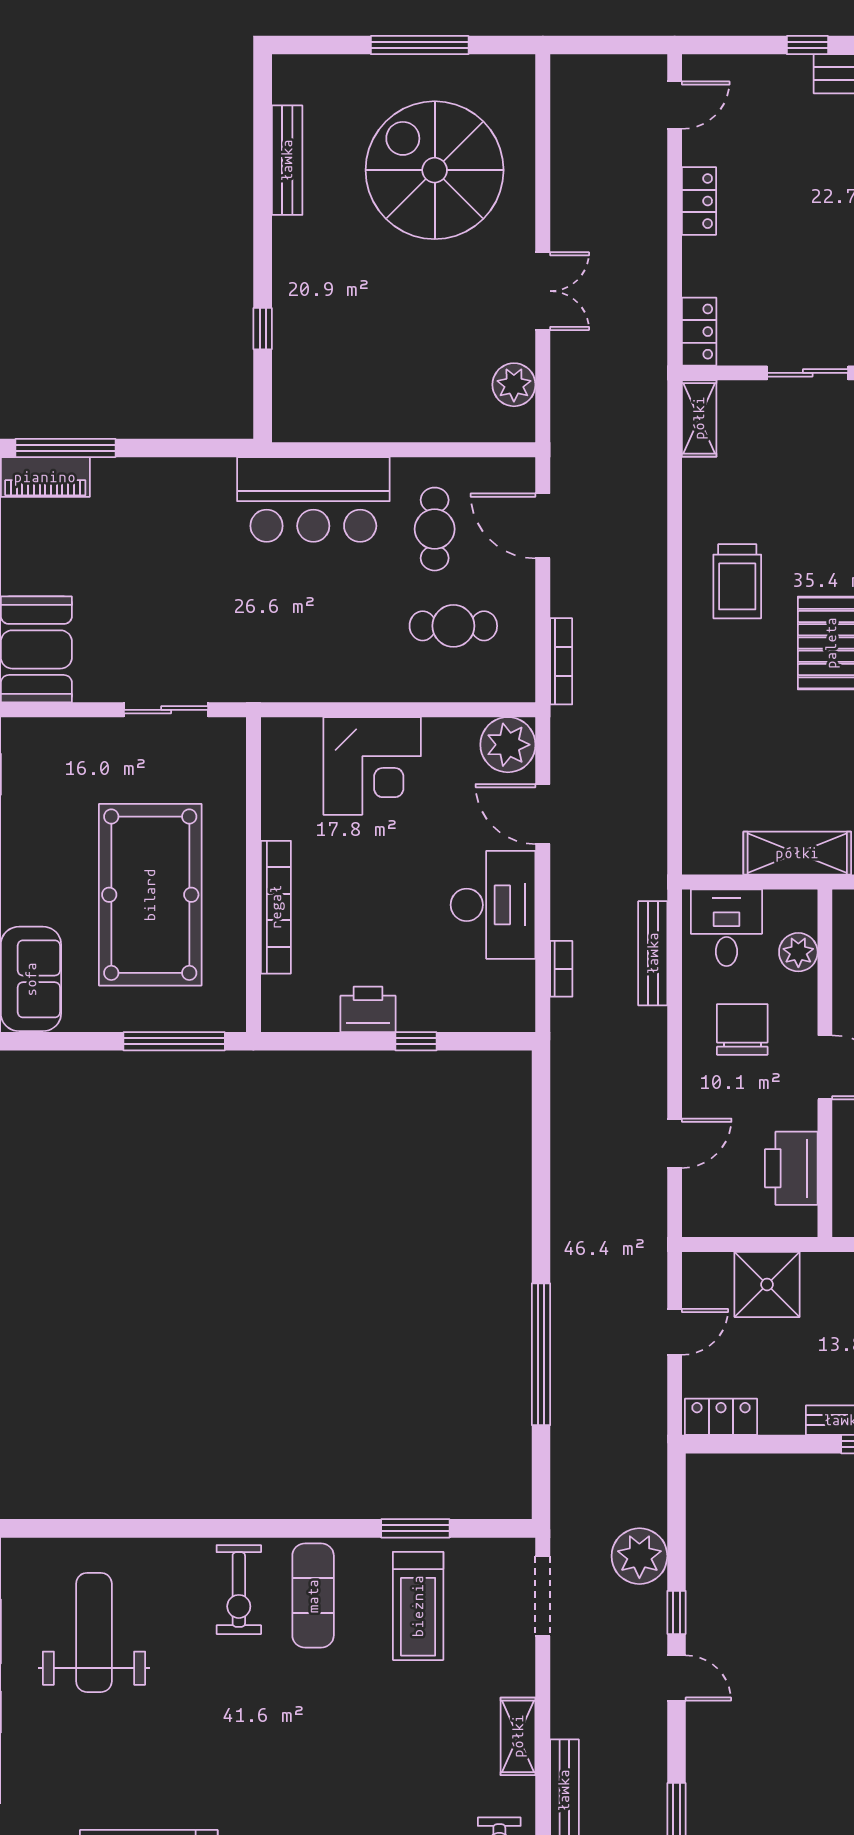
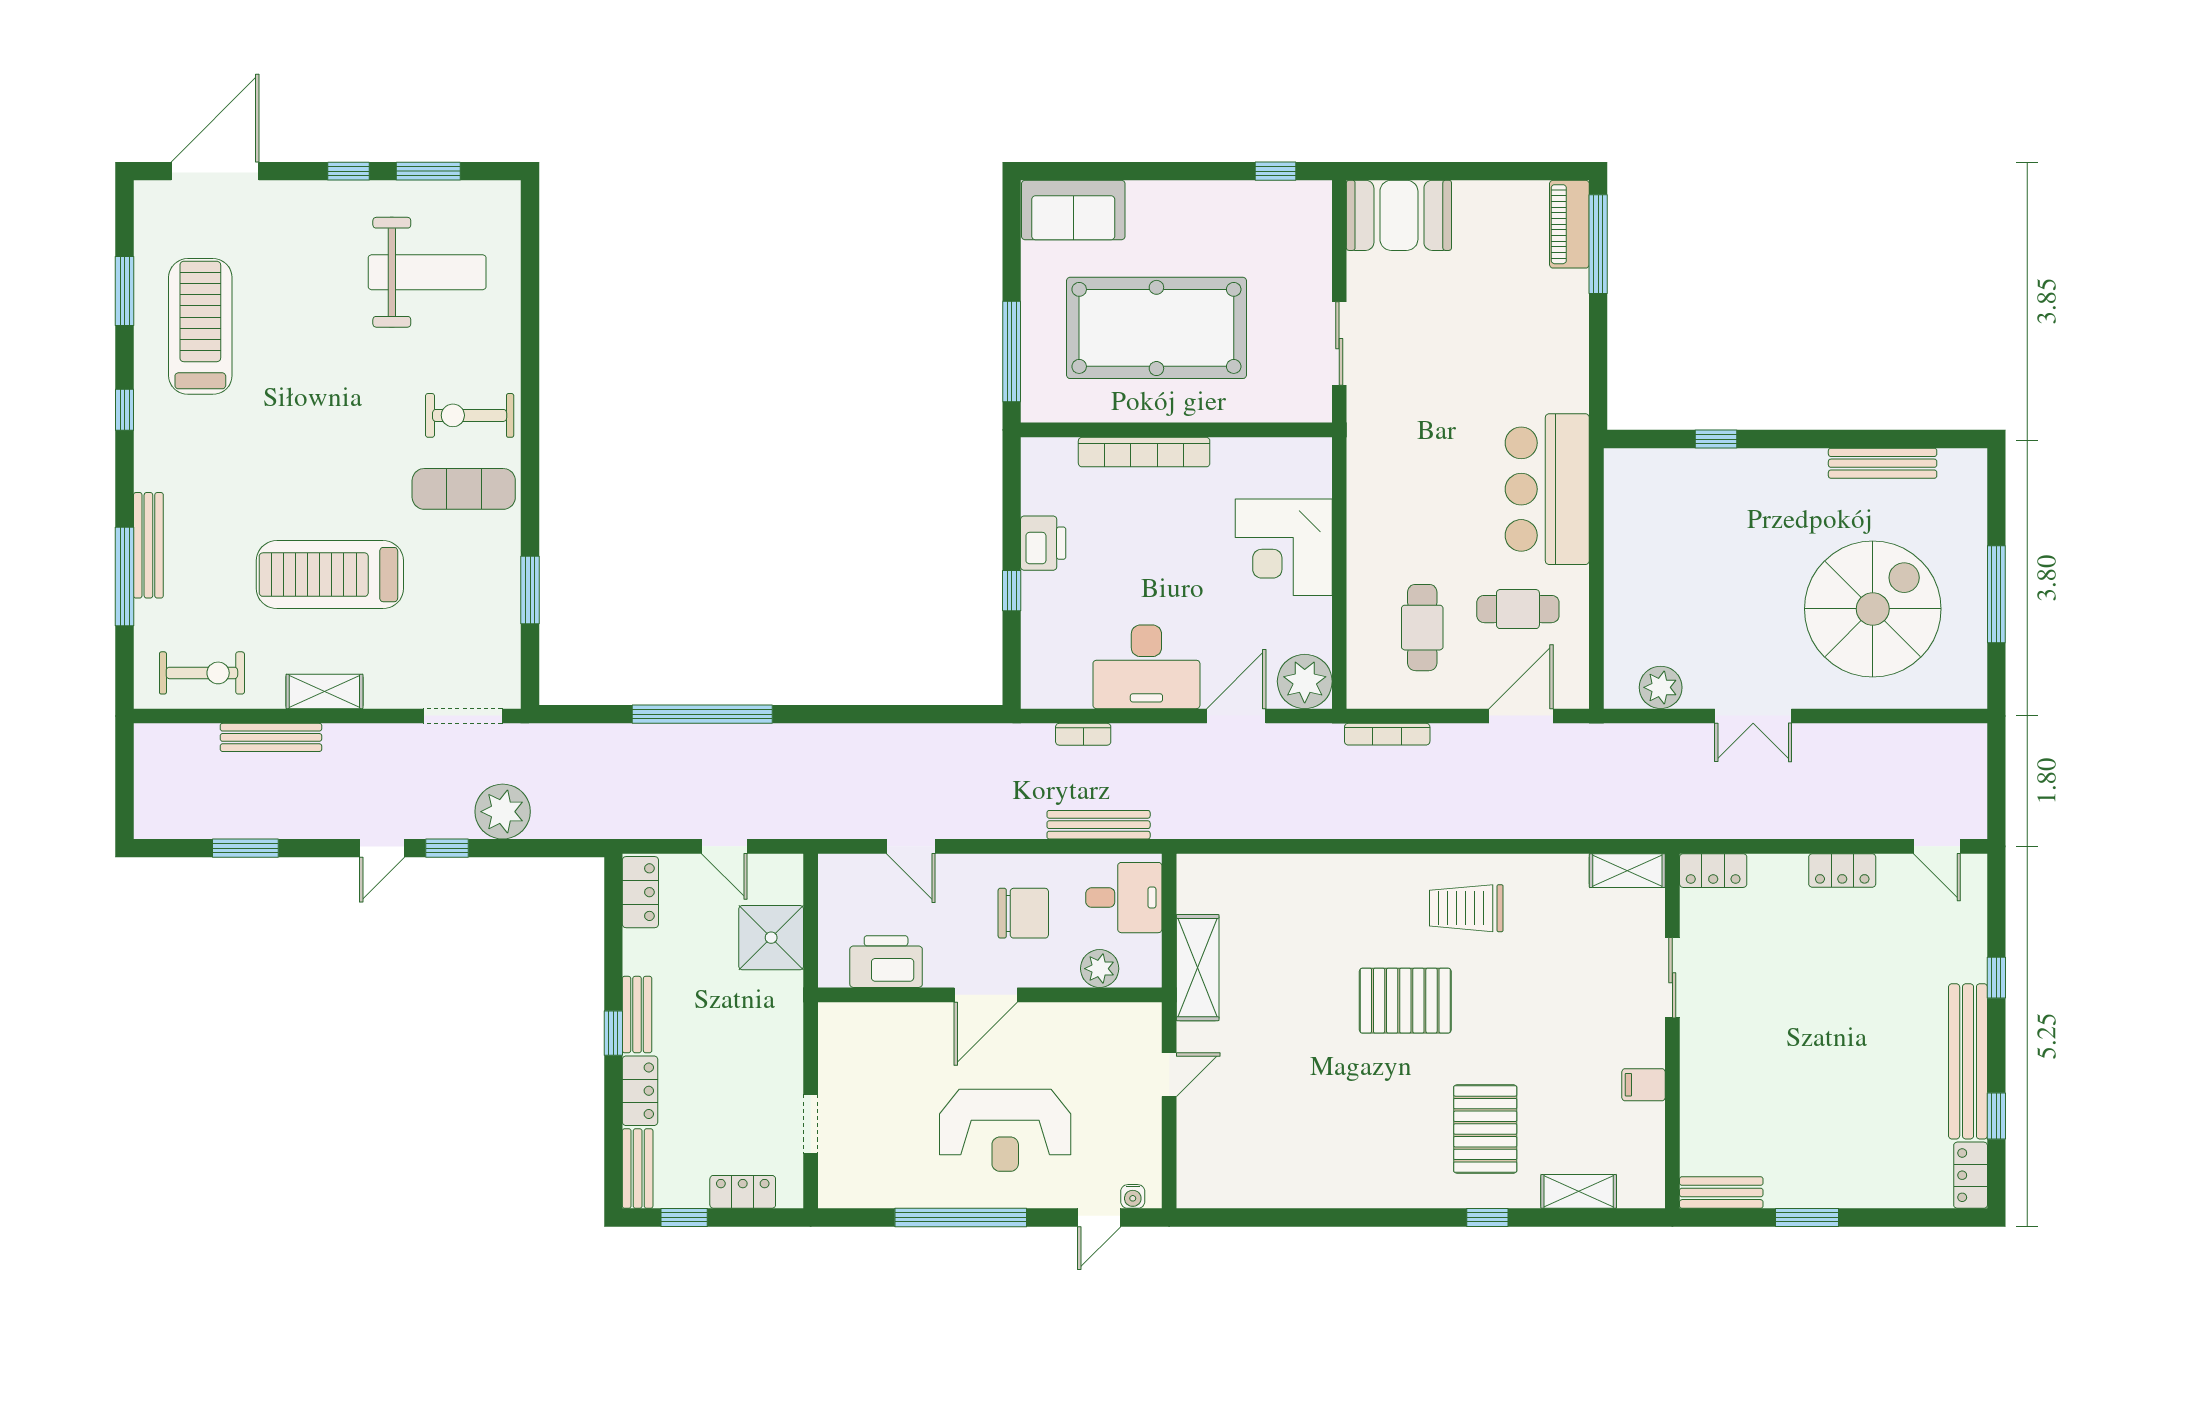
treadmill: (418, 1606) -> (330, 575), moved, width x1.37, depth x1.38

